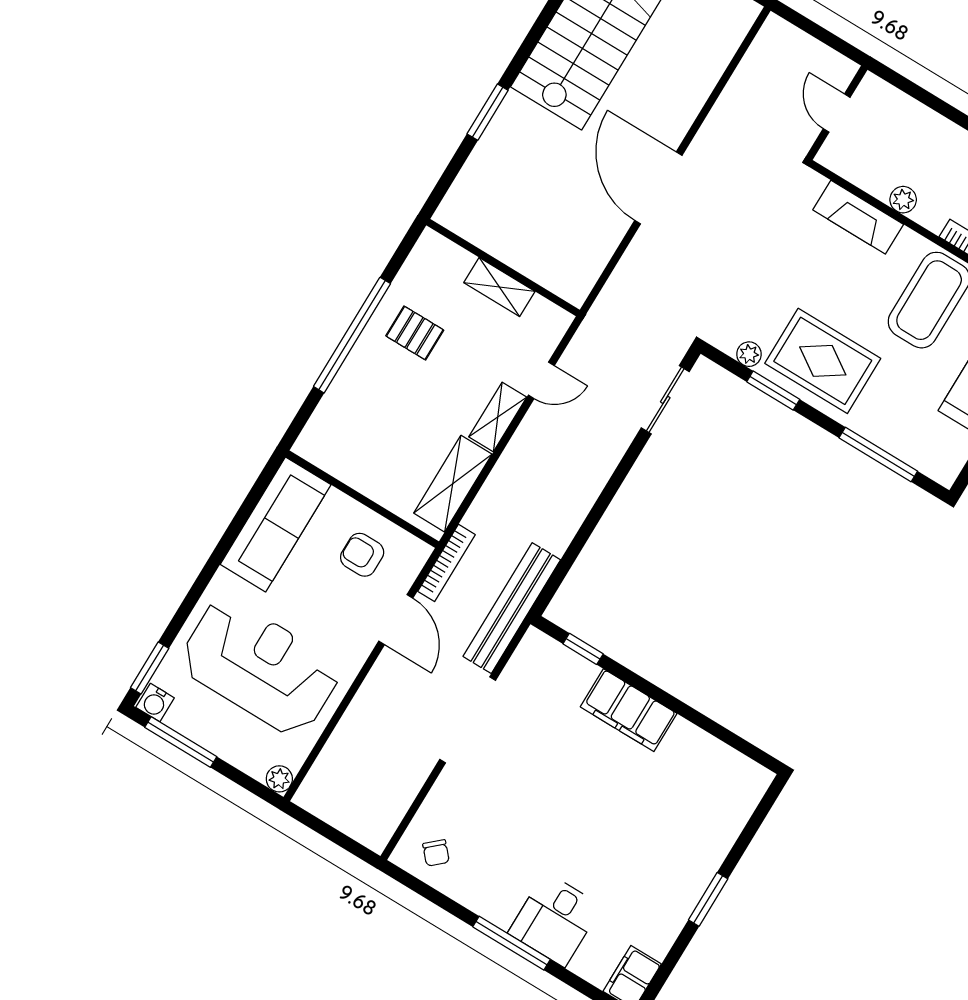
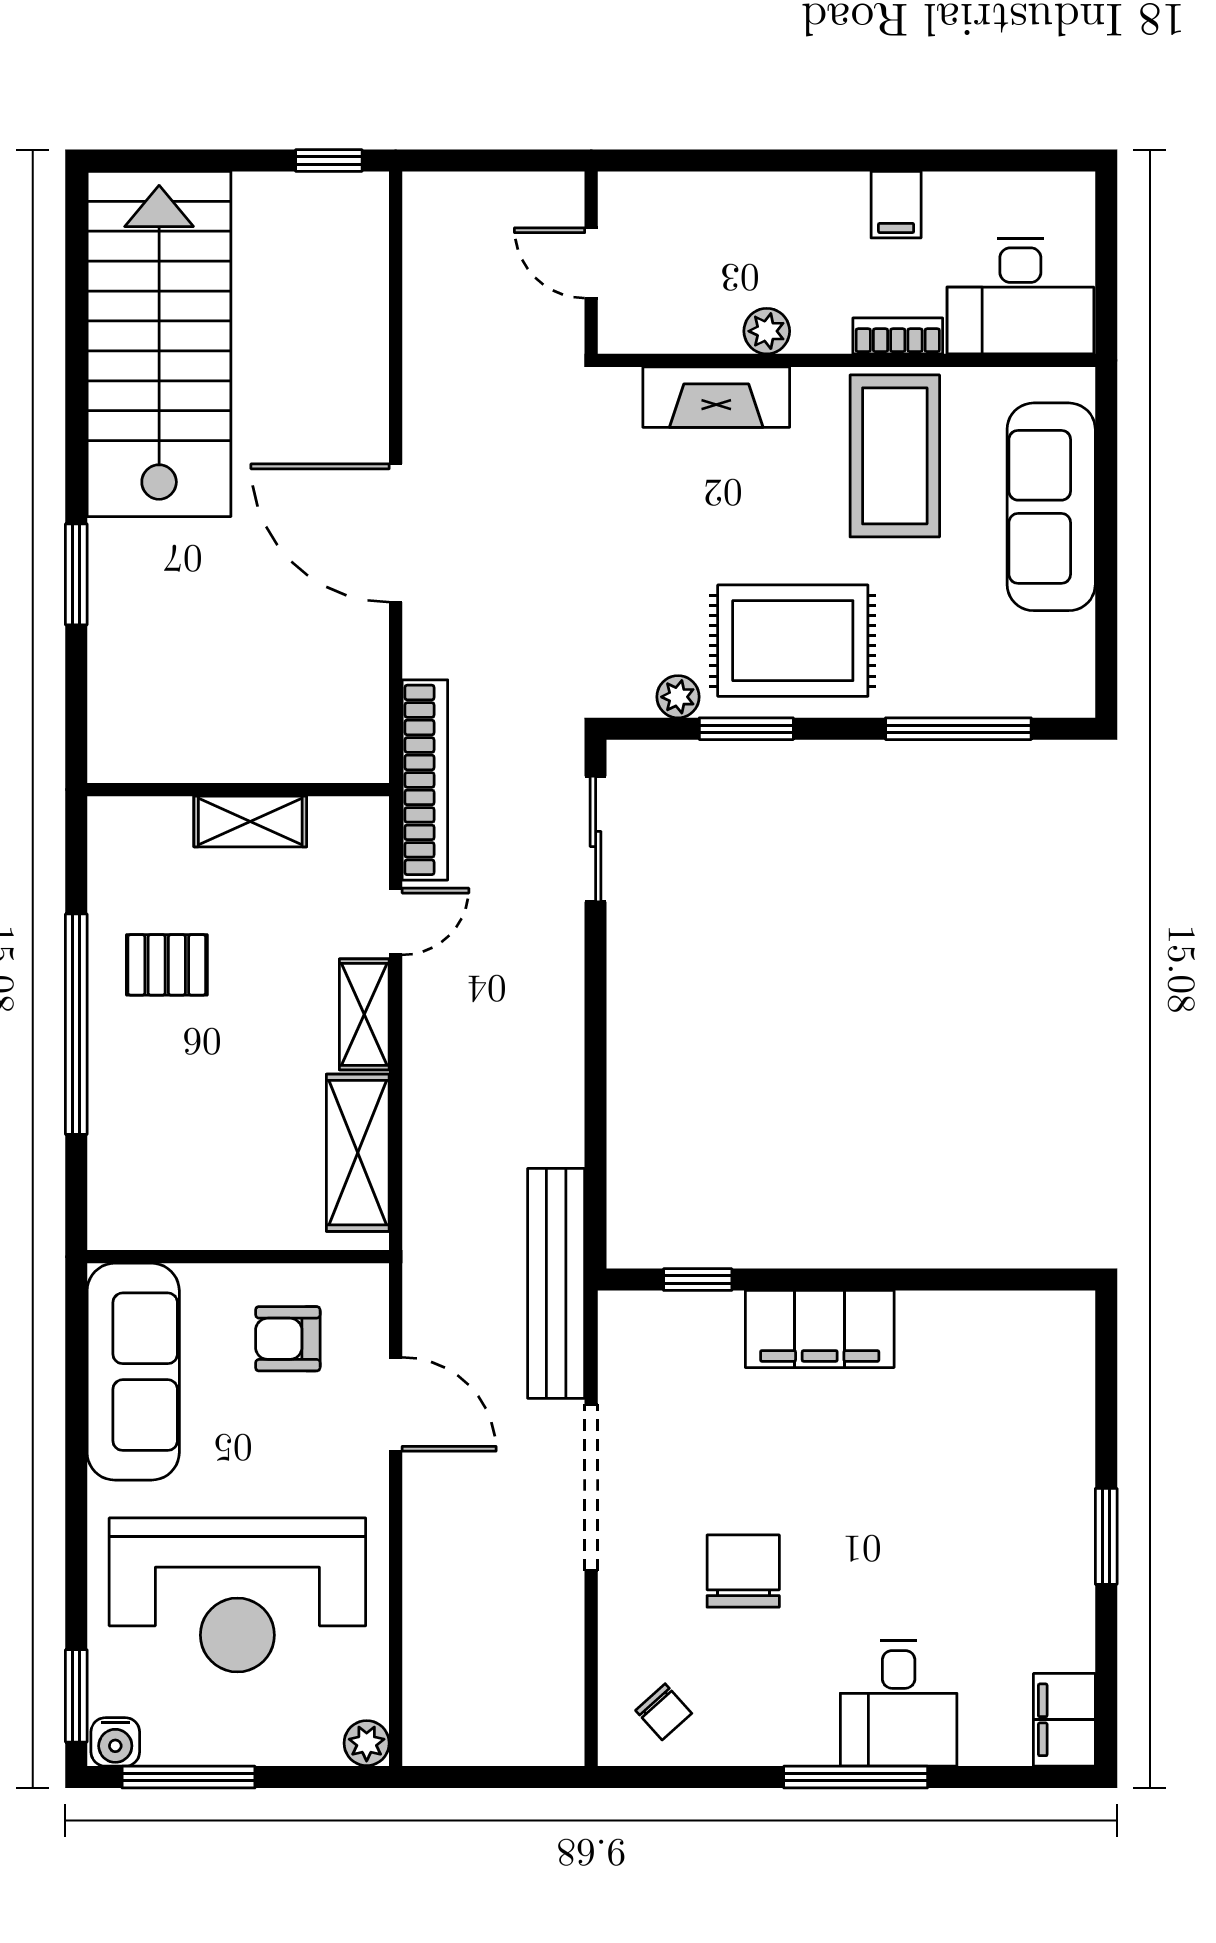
bookcase: (446, 563) -> (425, 780), moved, width x1.48, depth x1.31
reception desk: (260, 667) -> (237, 1595), turned 180
chair: (518, 807) -> (743, 1571), added

